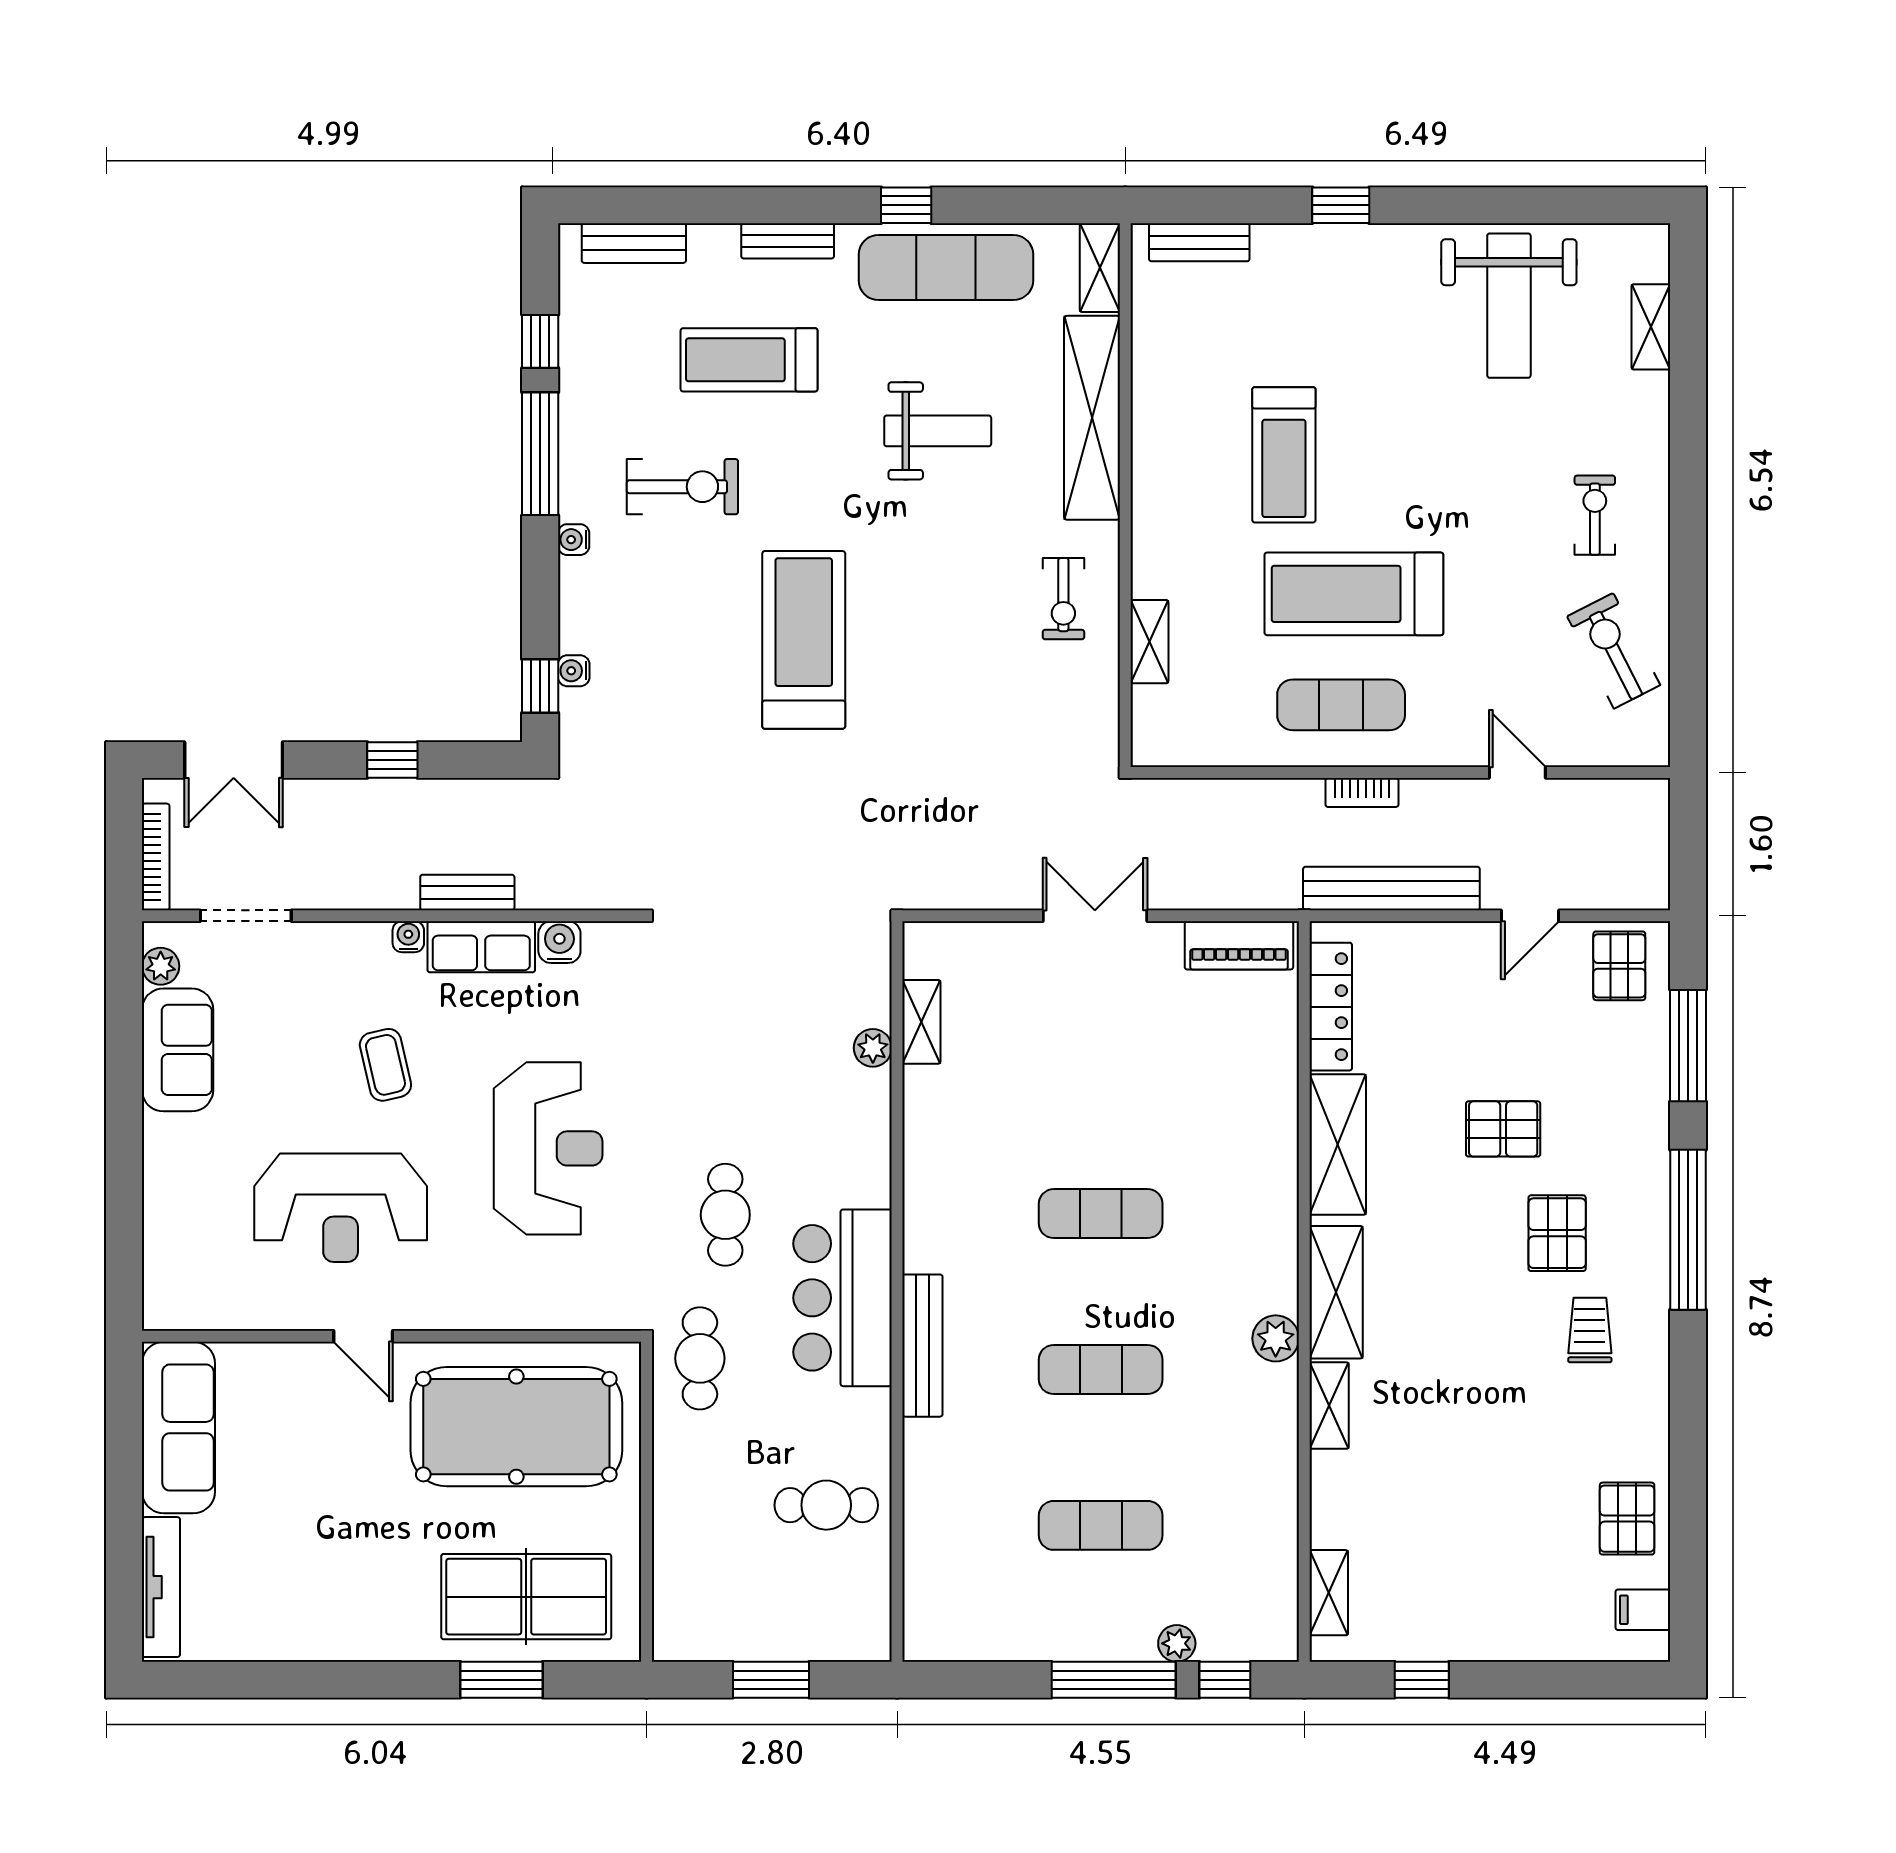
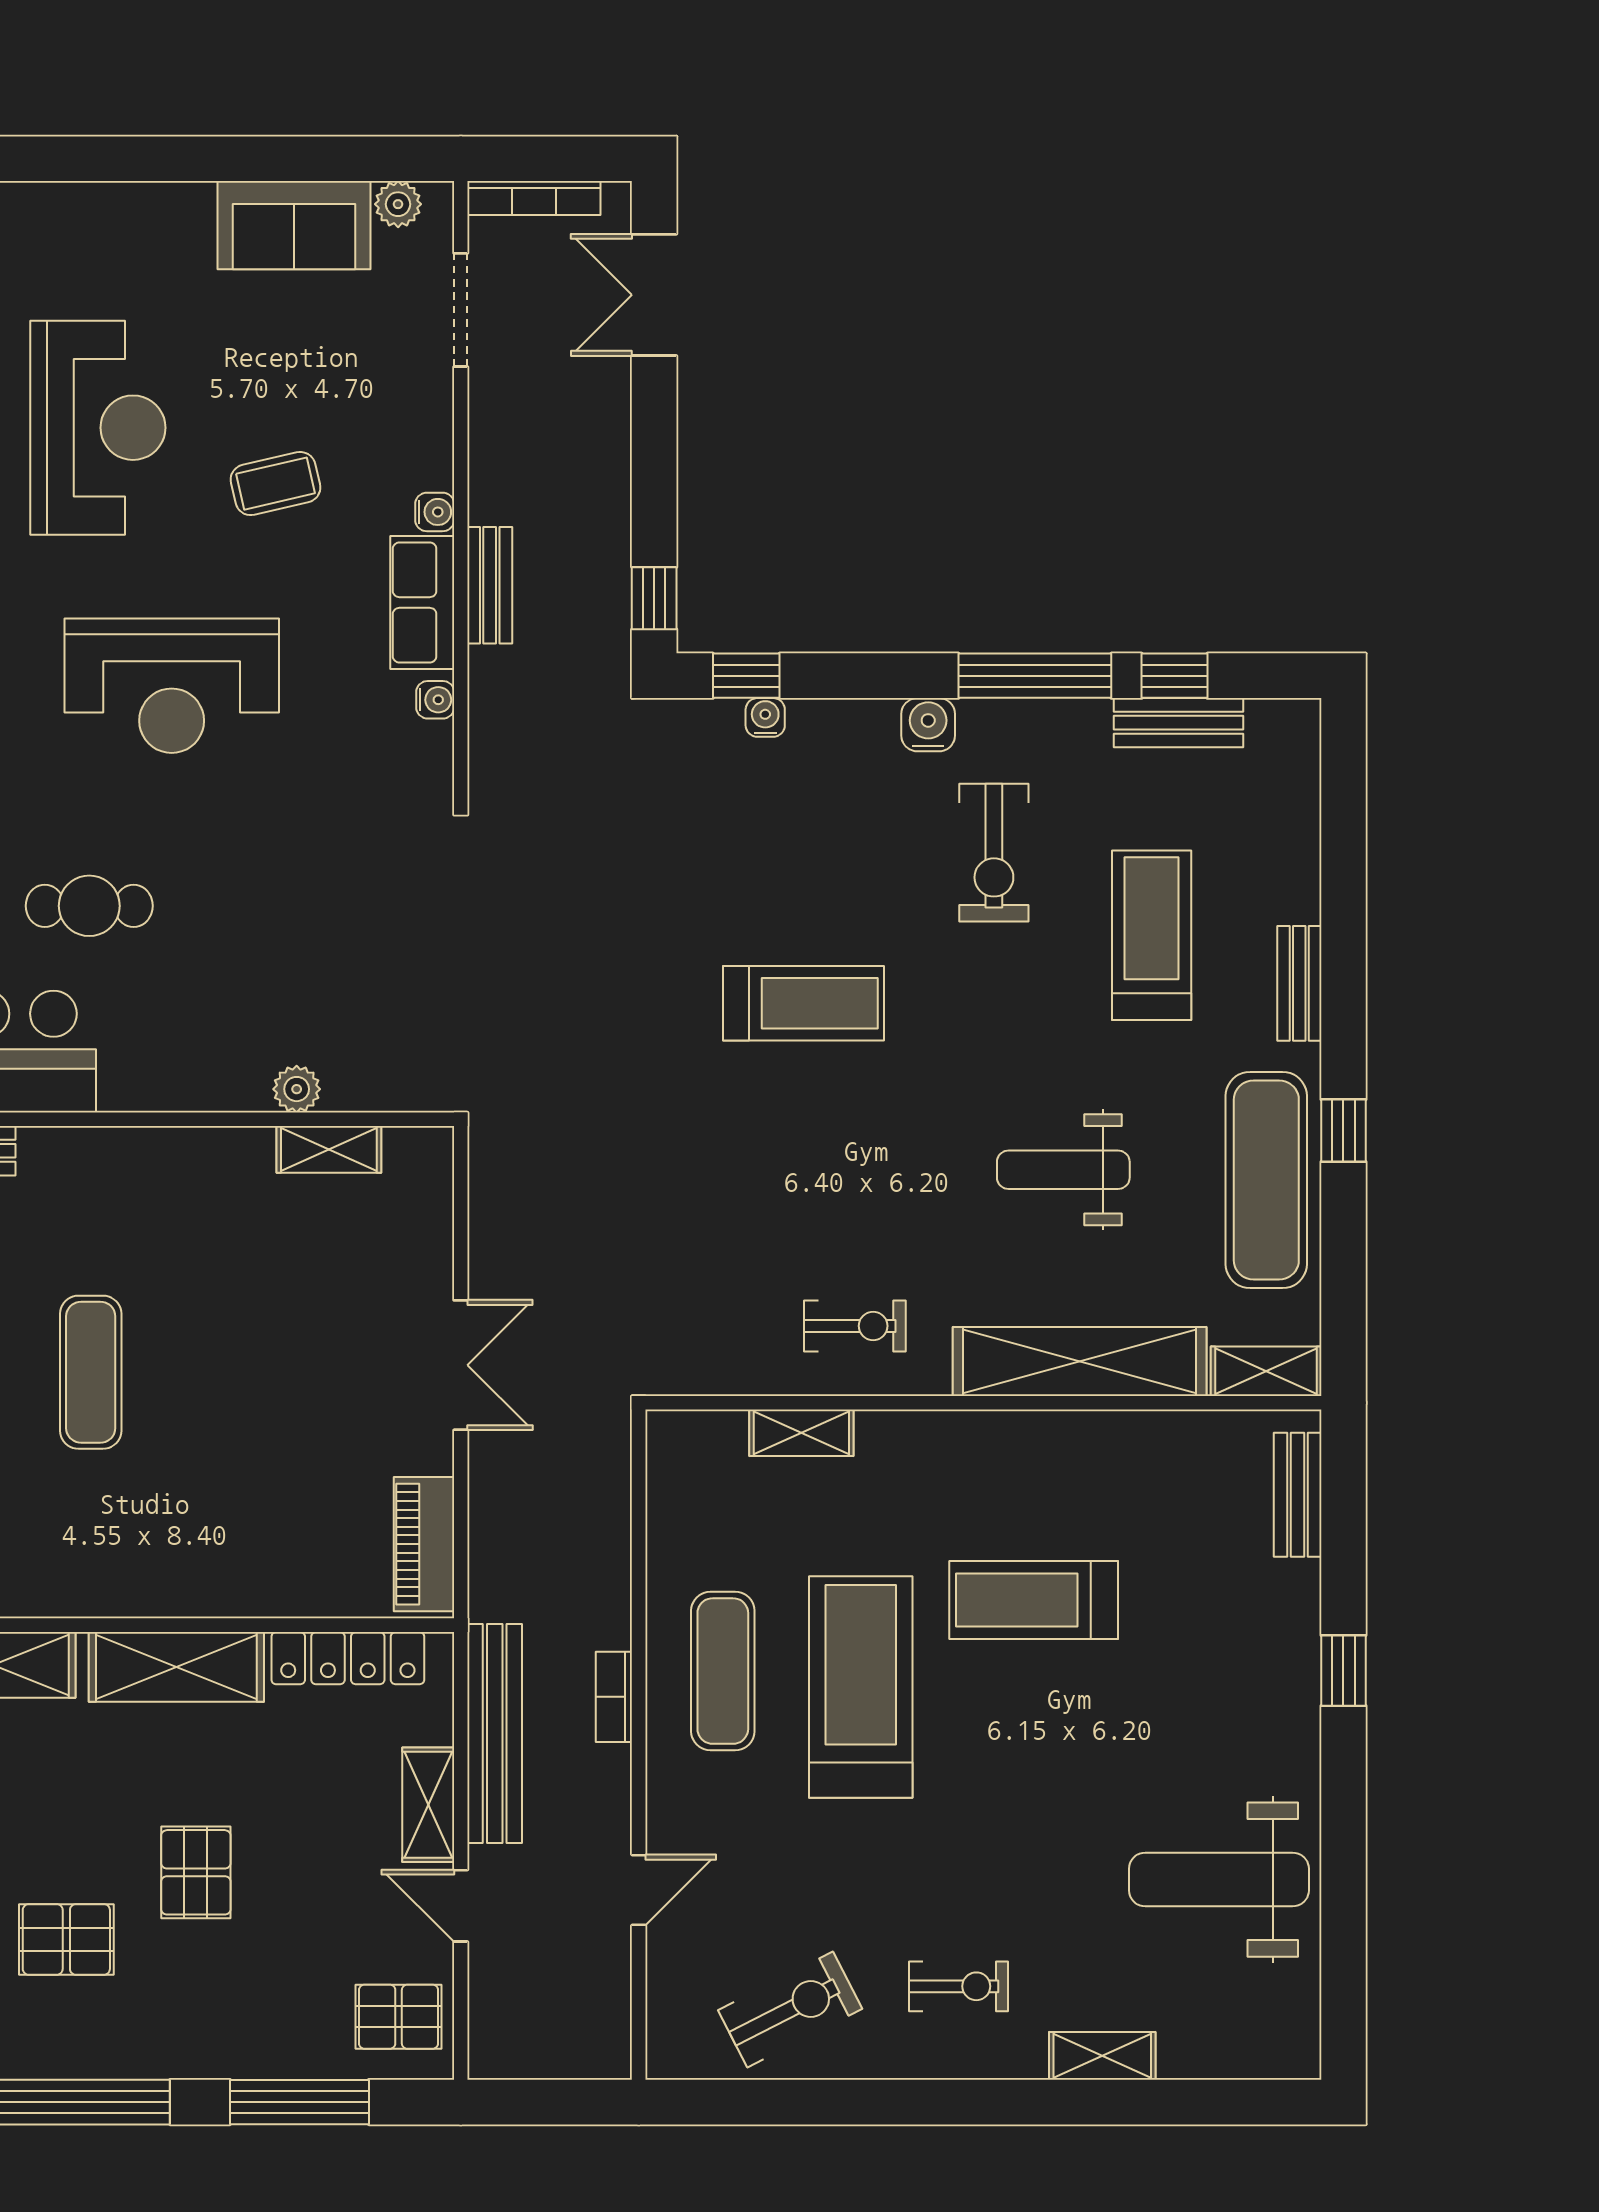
bench: (634, 243) -> (1179, 723), moved, turned 90
shelving: (1651, 327) -> (1102, 2056), moved
weight bench: (938, 431) -> (1063, 1170), turned 90
water cooler: (574, 540) -> (928, 725), width x1.38, depth x1.38
exercise bike: (1063, 599) -> (855, 1326), turned 180
treadmill: (804, 640) -> (804, 1003), width x0.73, depth x0.73
window: (392, 760) -> (654, 598), moved
water cooler: (559, 942) -> (435, 700), width x0.72, depth x0.72
shelving: (1449, 942) -> (428, 1805), added
reception desk: (341, 1208) -> (98, 428), turned 180

